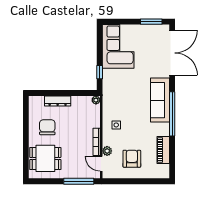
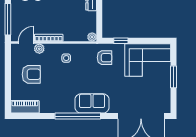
window: (151, 22) -> (173, 77), moved
armchair: (116, 88) -> (105, 58), added
sofa: (160, 100) -> (92, 103), width x0.73
piano: (163, 150) -> (25, 107), moved

